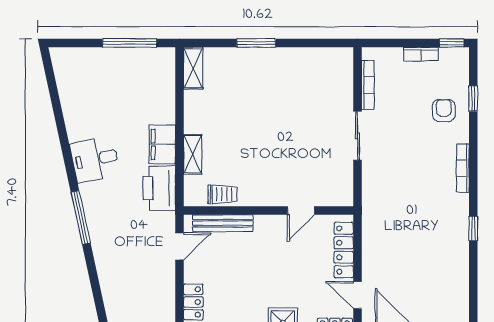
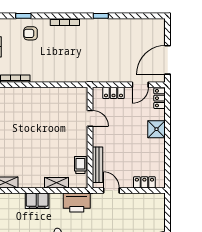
sliding door: (357, 136) -> (46, 85), removed
filing cabinet: (162, 144) -> (37, 201), moved
locker: (344, 250) -> (113, 93), width x0.66

